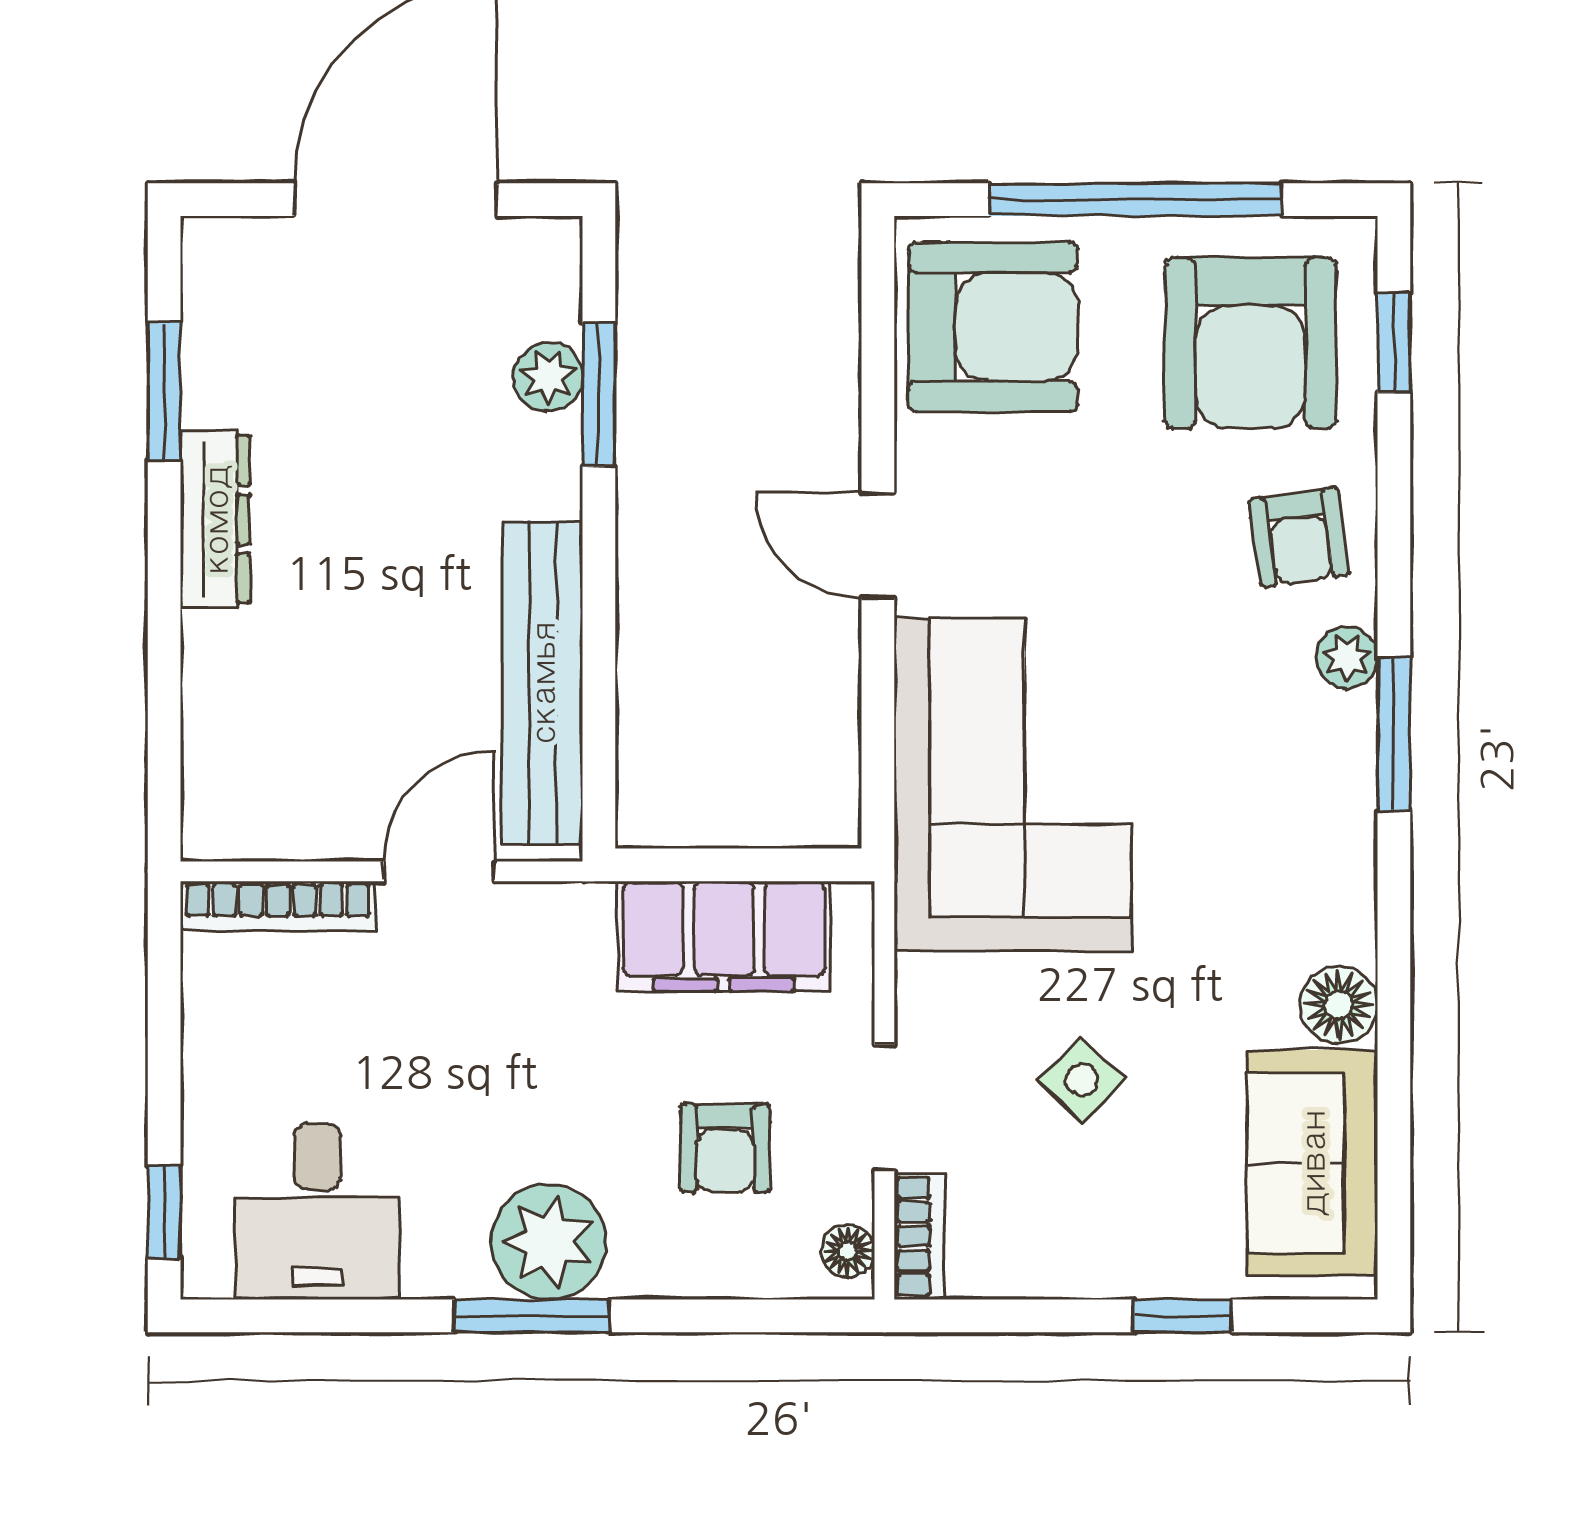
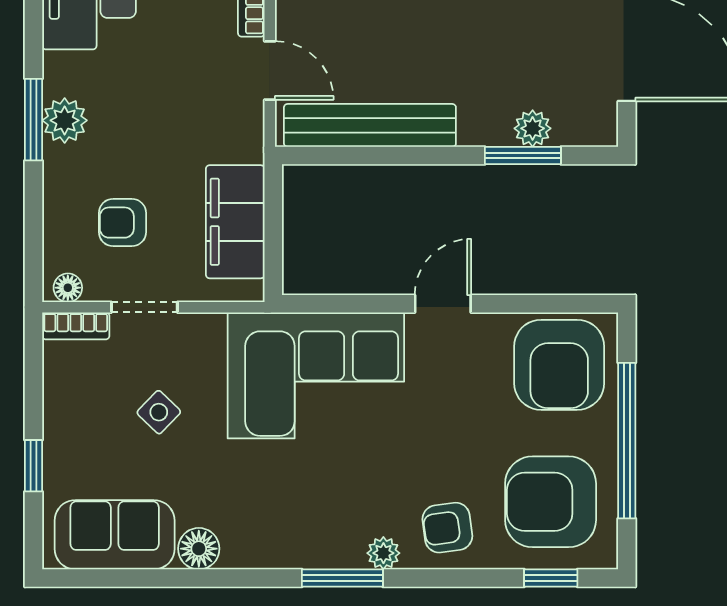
plant: (549, 1242) -> (65, 120), width x0.73, depth x0.73

